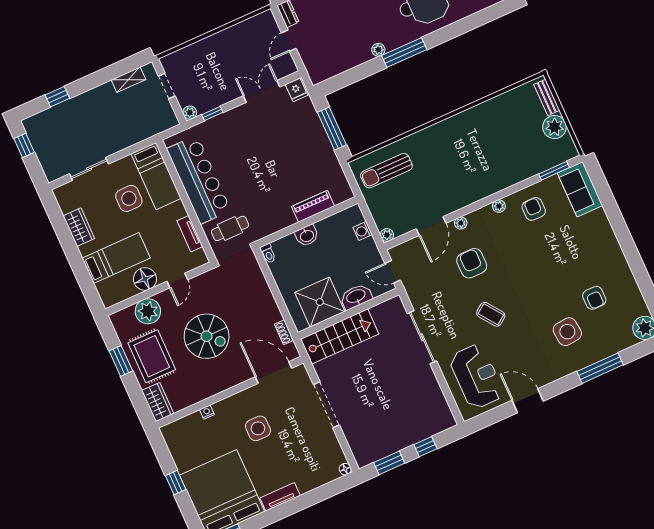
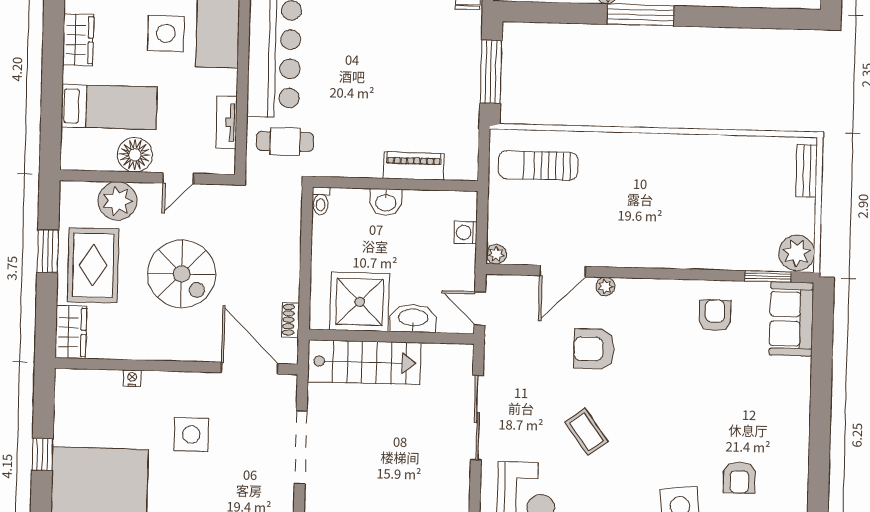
plant: (554, 127) -> (797, 253), moved
plant: (499, 206) -> (669, 288), removed
armchair: (472, 263) -> (594, 349), turned -90

